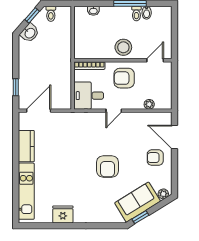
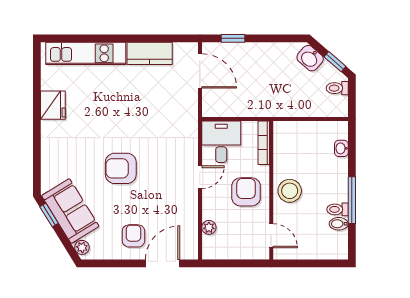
door: (114, 111) -> (200, 177), swing flipped

